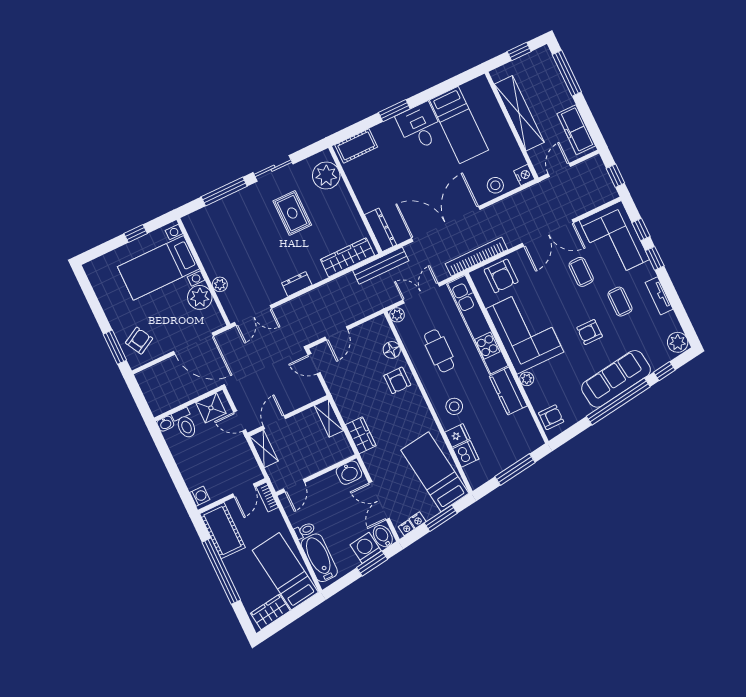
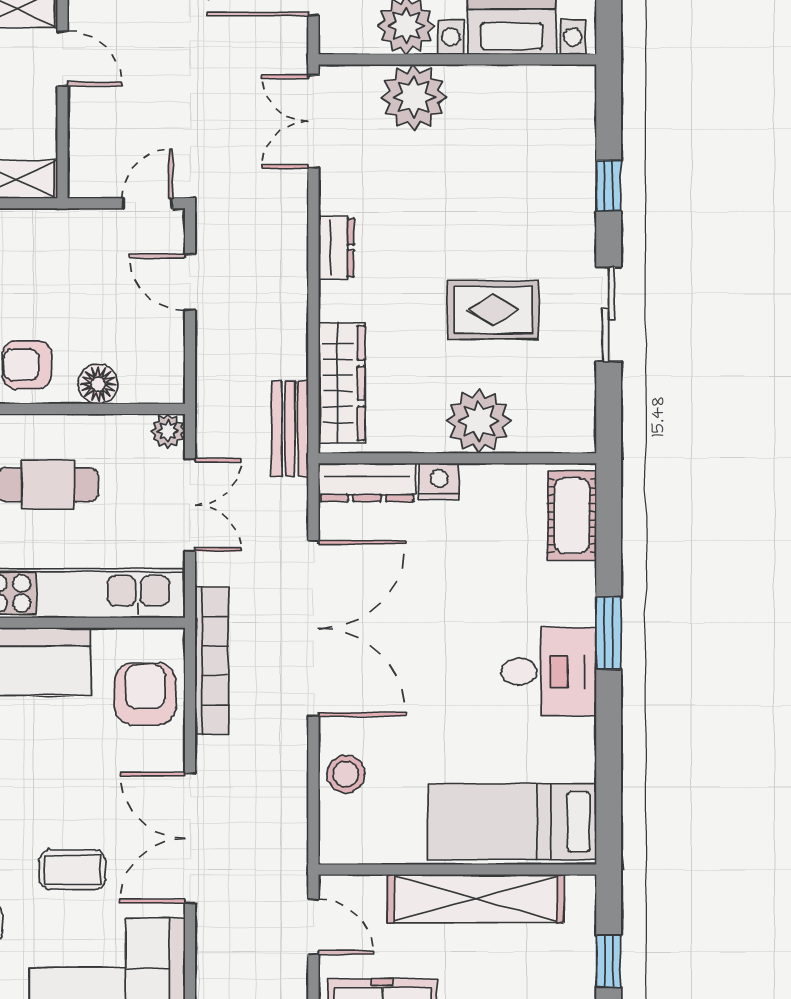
bed: (459, 125) -> (512, 822), moved
plant: (326, 175) -> (479, 421), moved
nightstand: (524, 175) -> (439, 482), moved, turned 180
window: (224, 191) -> (609, 186), width x0.46
bench: (381, 266) -> (290, 429), width x0.73
armchair: (501, 276) -> (145, 694), turned 90
plant: (220, 284) -> (414, 97), width x1.87, depth x1.87

